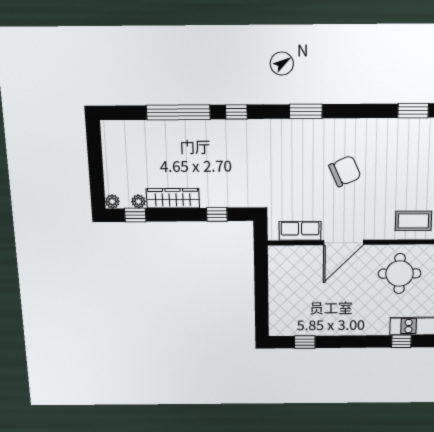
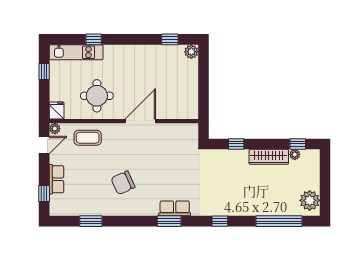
window: (178, 112) -> (279, 221), moved
chair: (345, 171) -> (123, 183), moved
plant: (112, 202) -> (310, 200), moved, width x1.87, depth x1.87
row of seats: (300, 231) -> (175, 208), moved, turned 180
plant: (277, 328) -> (191, 52), added

